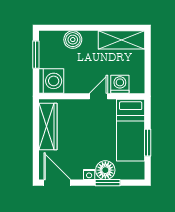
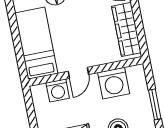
washing machine: (51, 81) -> (114, 83), moved, turned -90
window: (148, 143) -> (15, 33), removed

